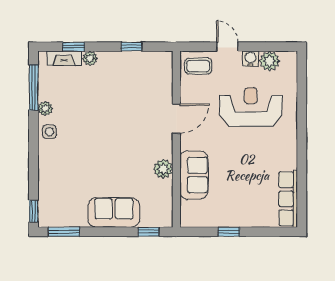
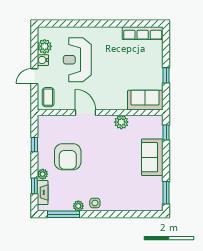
armchair: (114, 94) -> (68, 157), added
sofa: (194, 175) -> (145, 100), moved
window: (34, 211) -> (151, 214), removed

